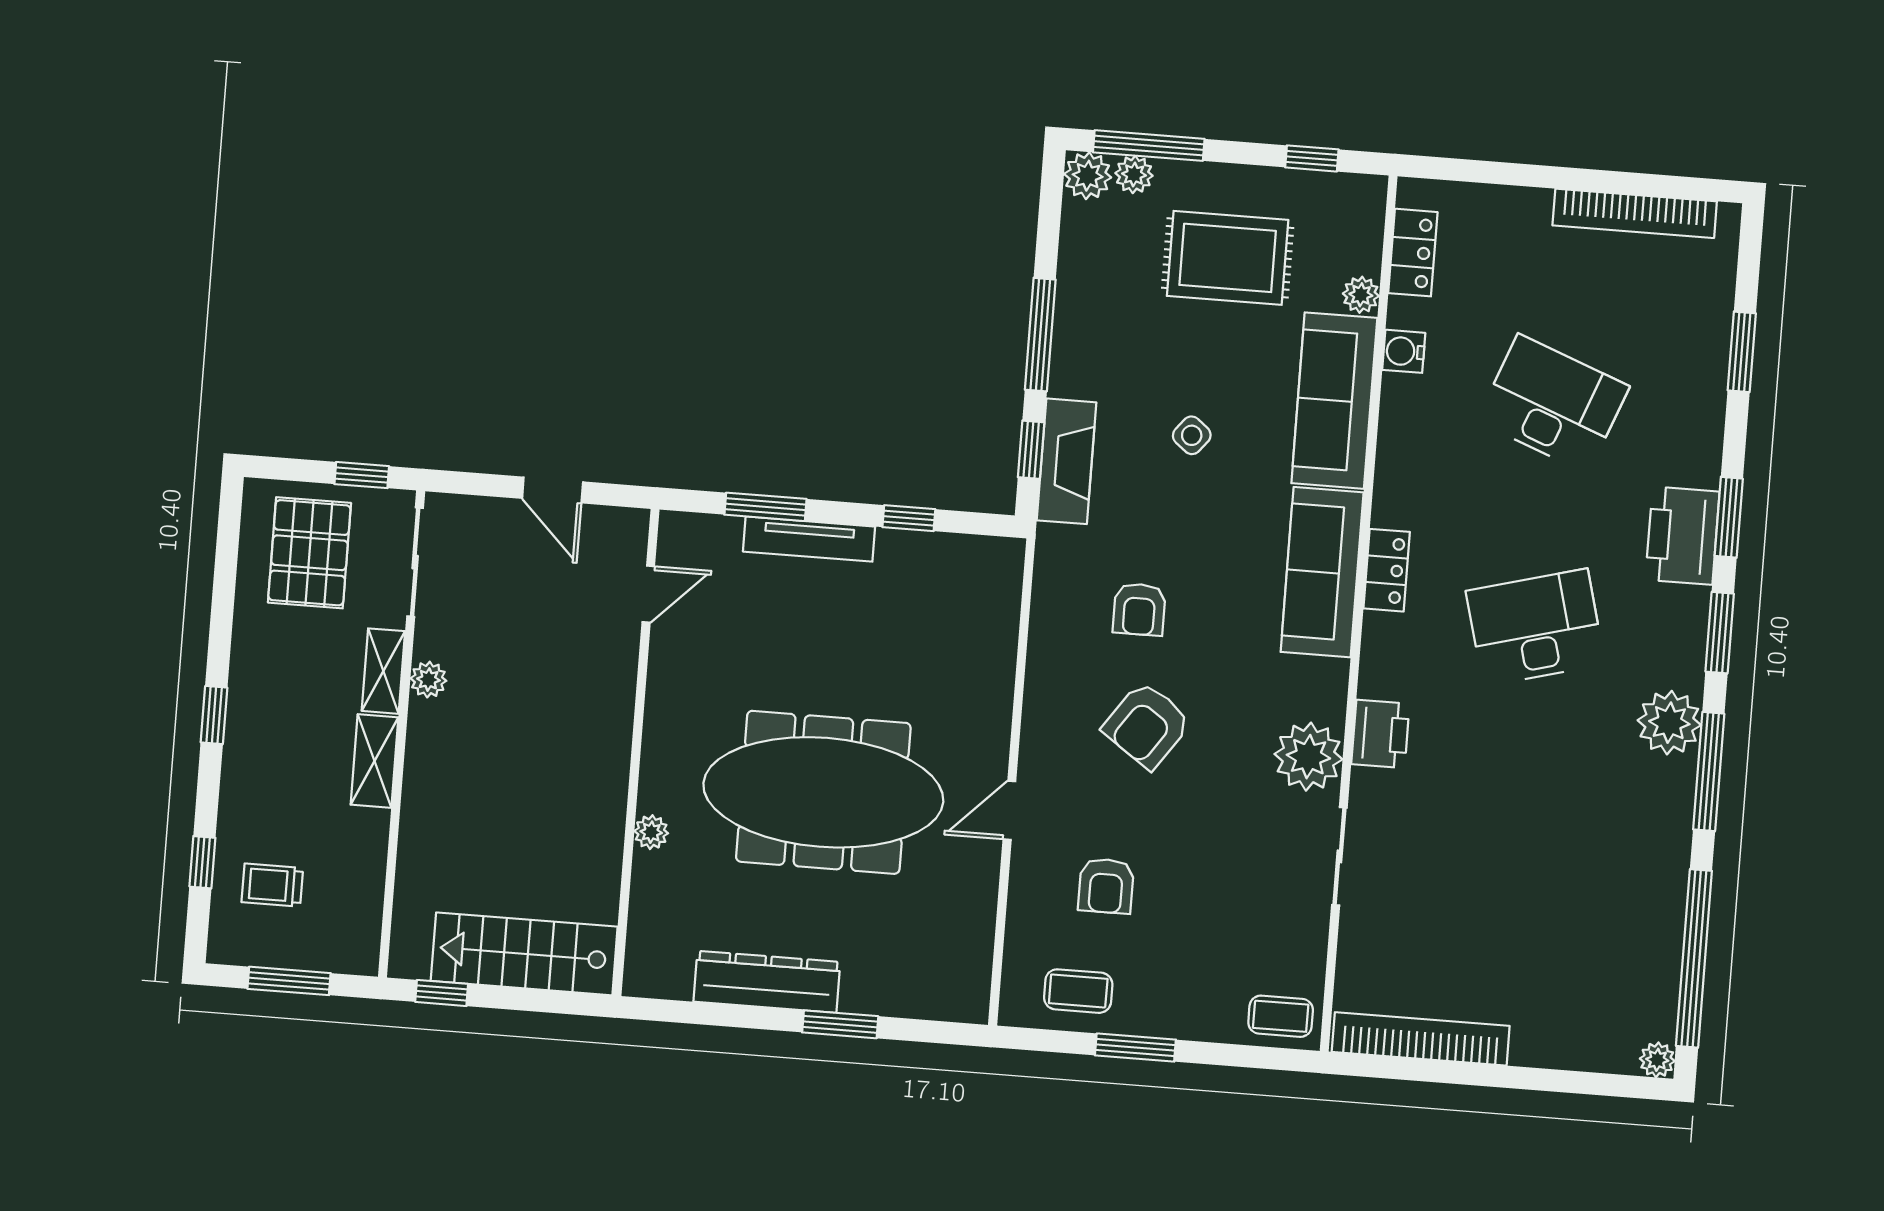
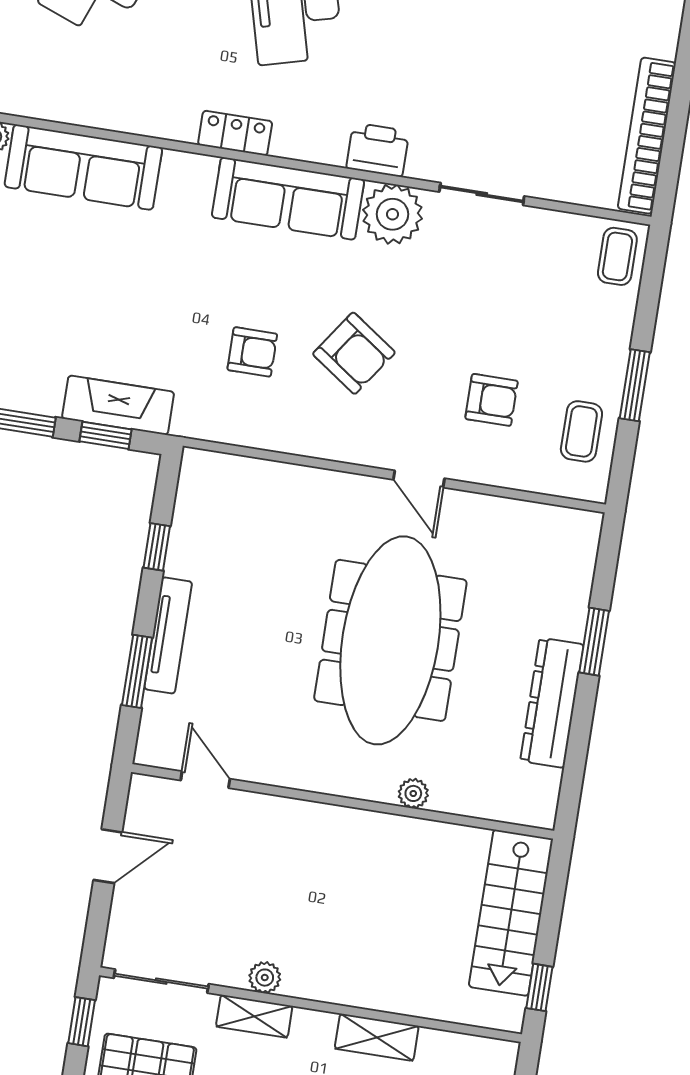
water cooler: (1404, 351) -> (45, 103), removed
side table: (1192, 435) -> (104, 294), removed
sofa: (1322, 572) -> (288, 198), moved
shelving: (374, 761) -> (377, 1037), moved

